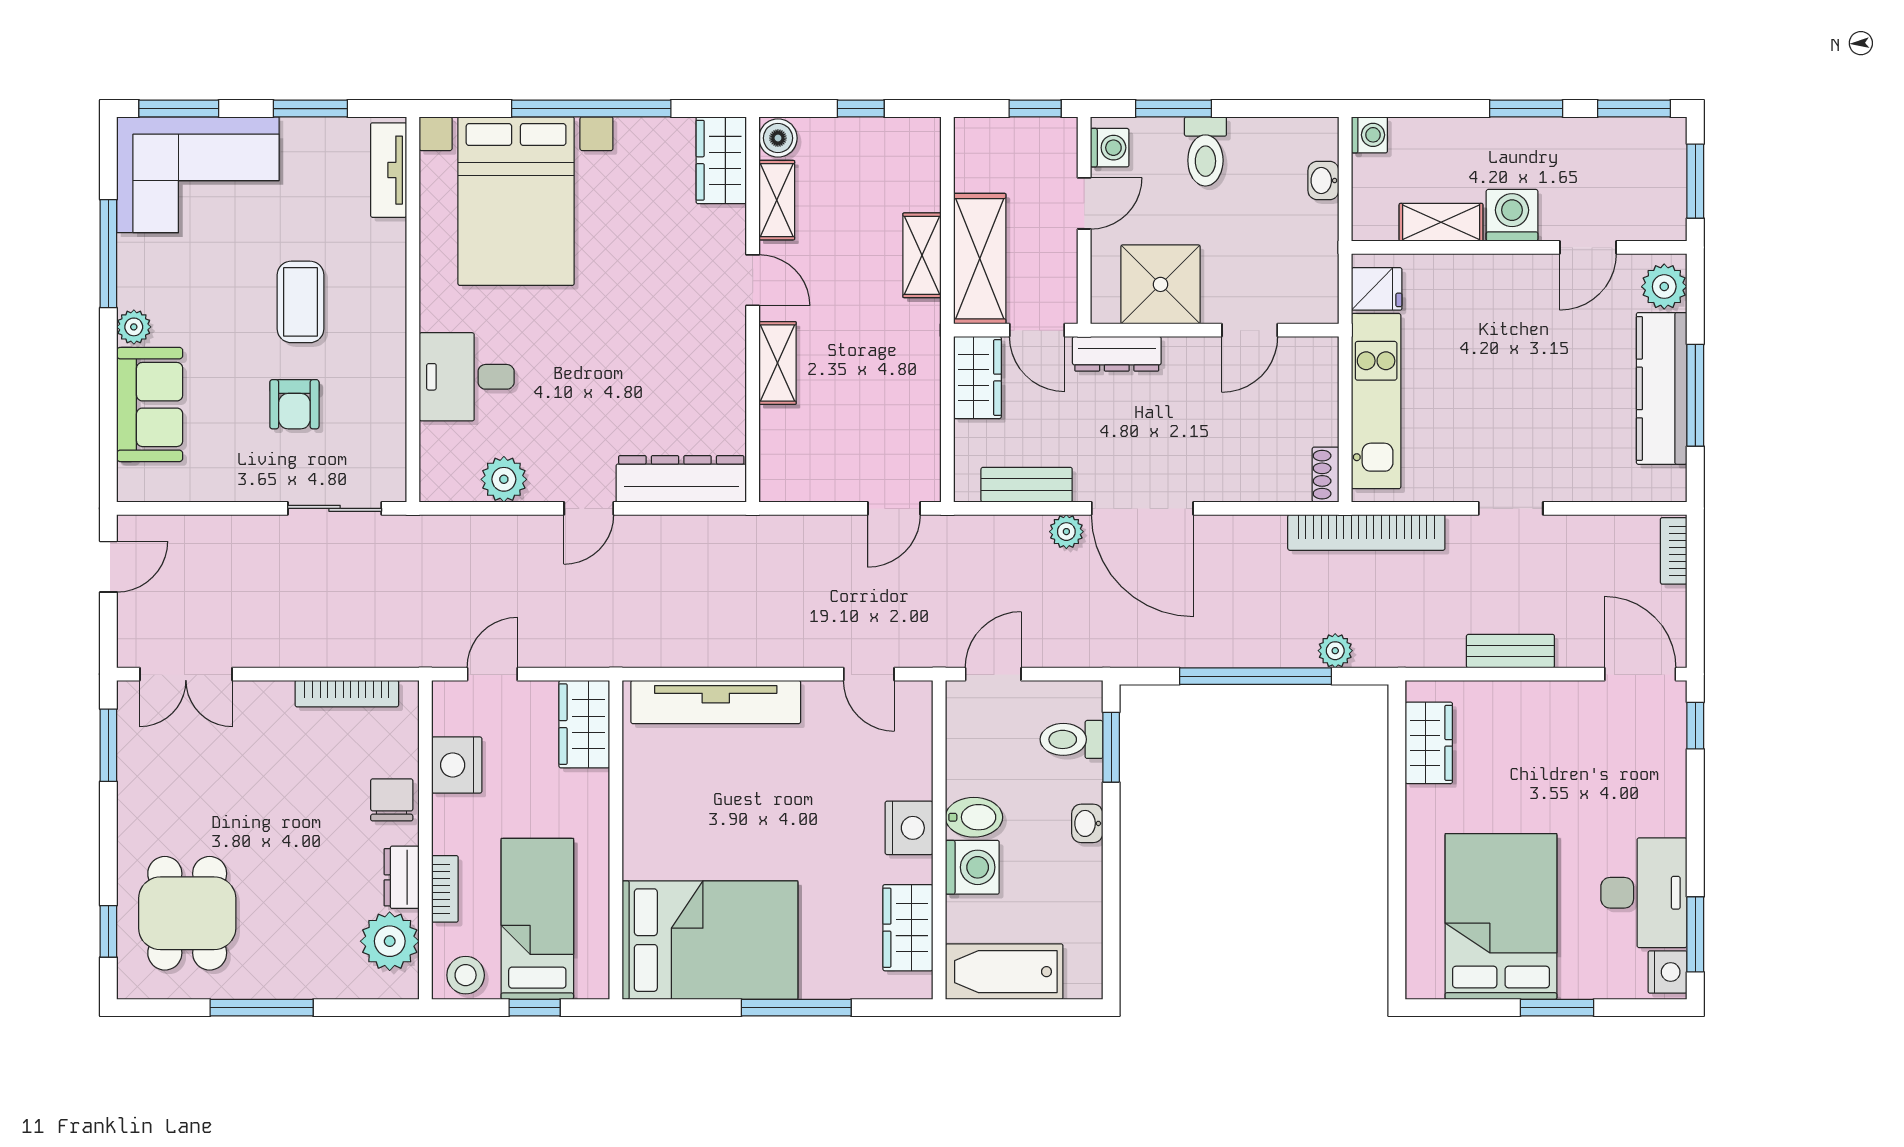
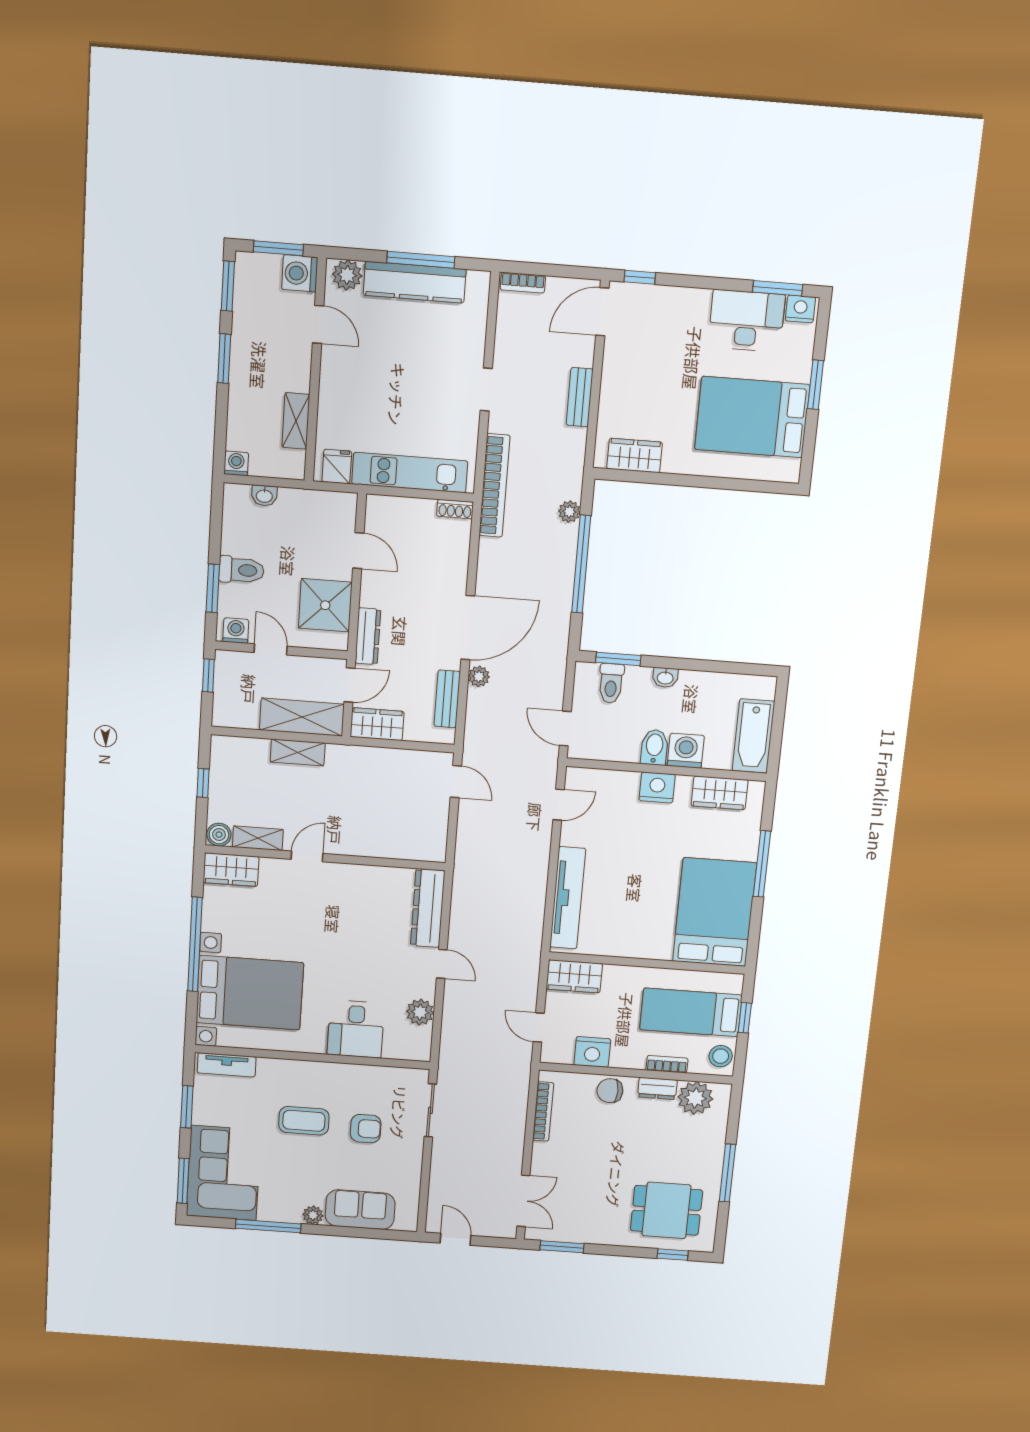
washing machine: (1512, 215) -> (300, 273), moved
shelving: (777, 363) -> (360, 845), removed

